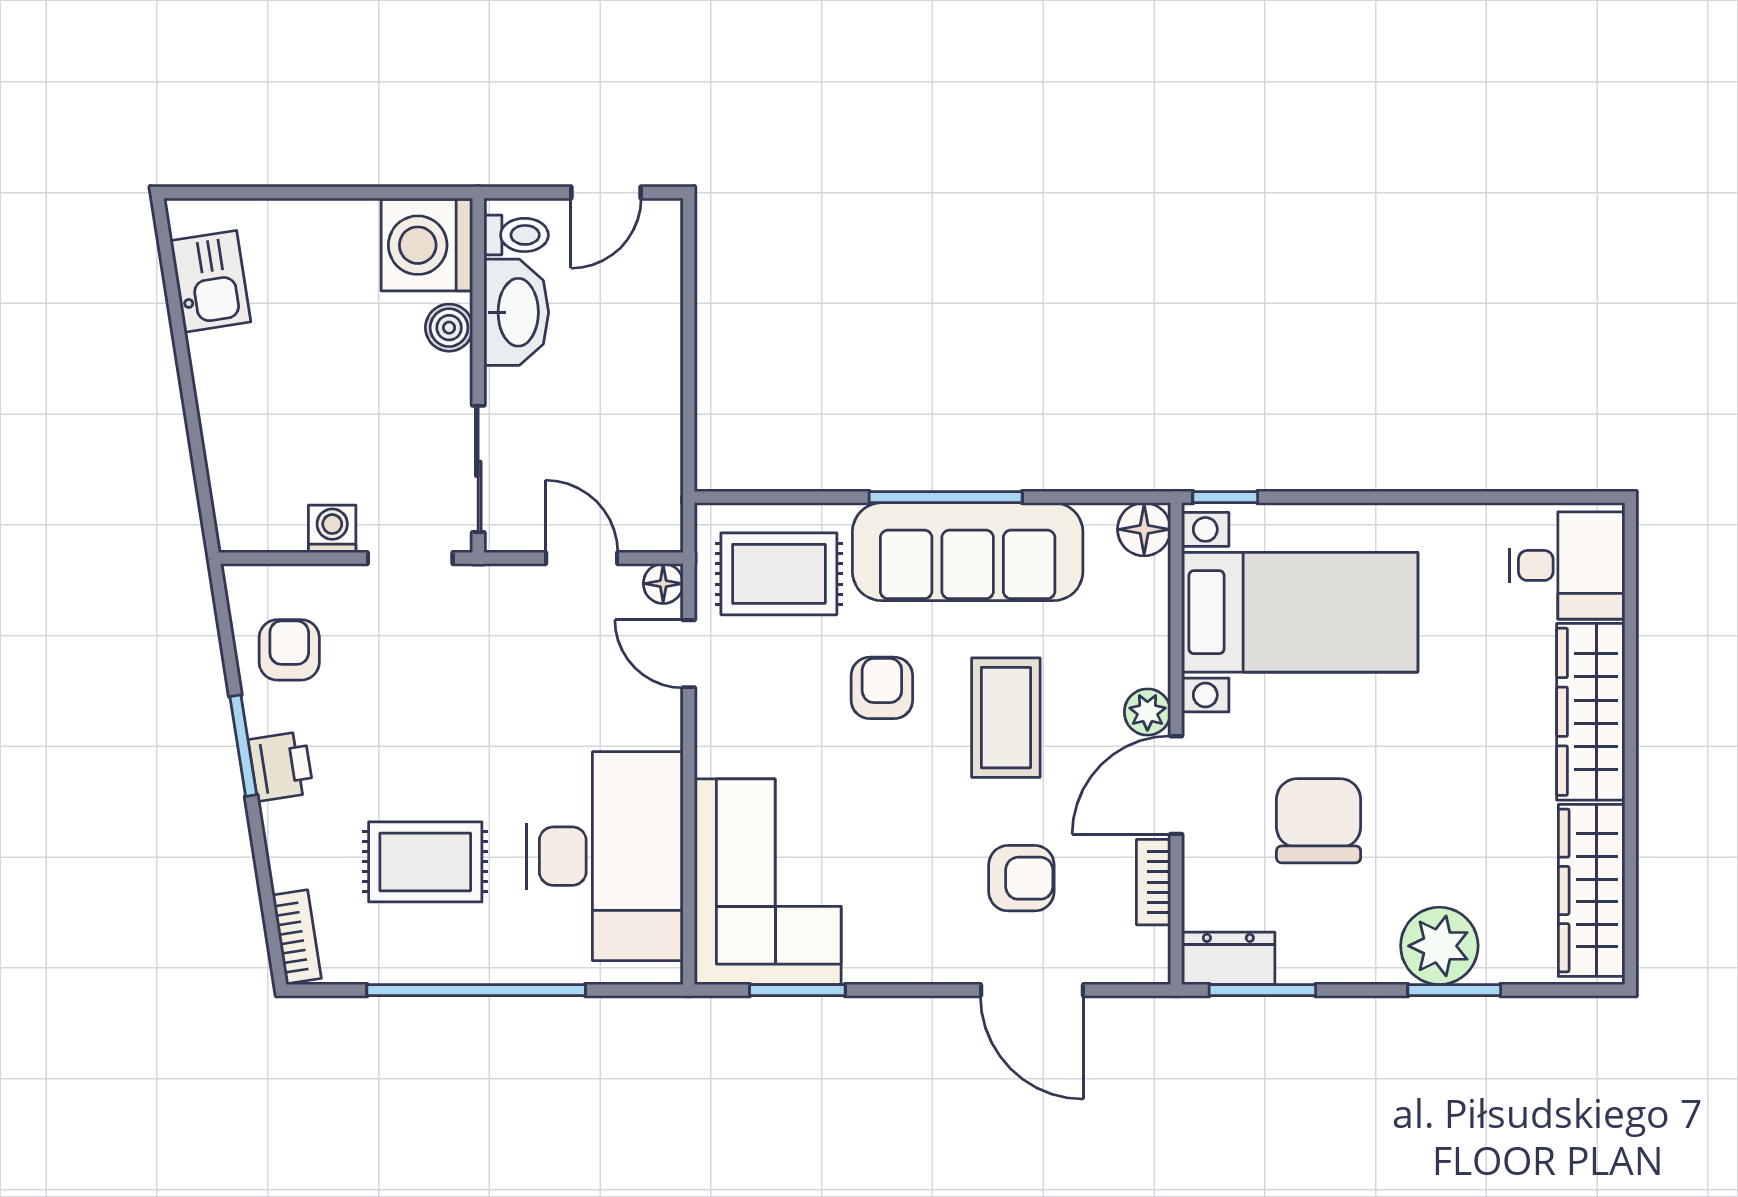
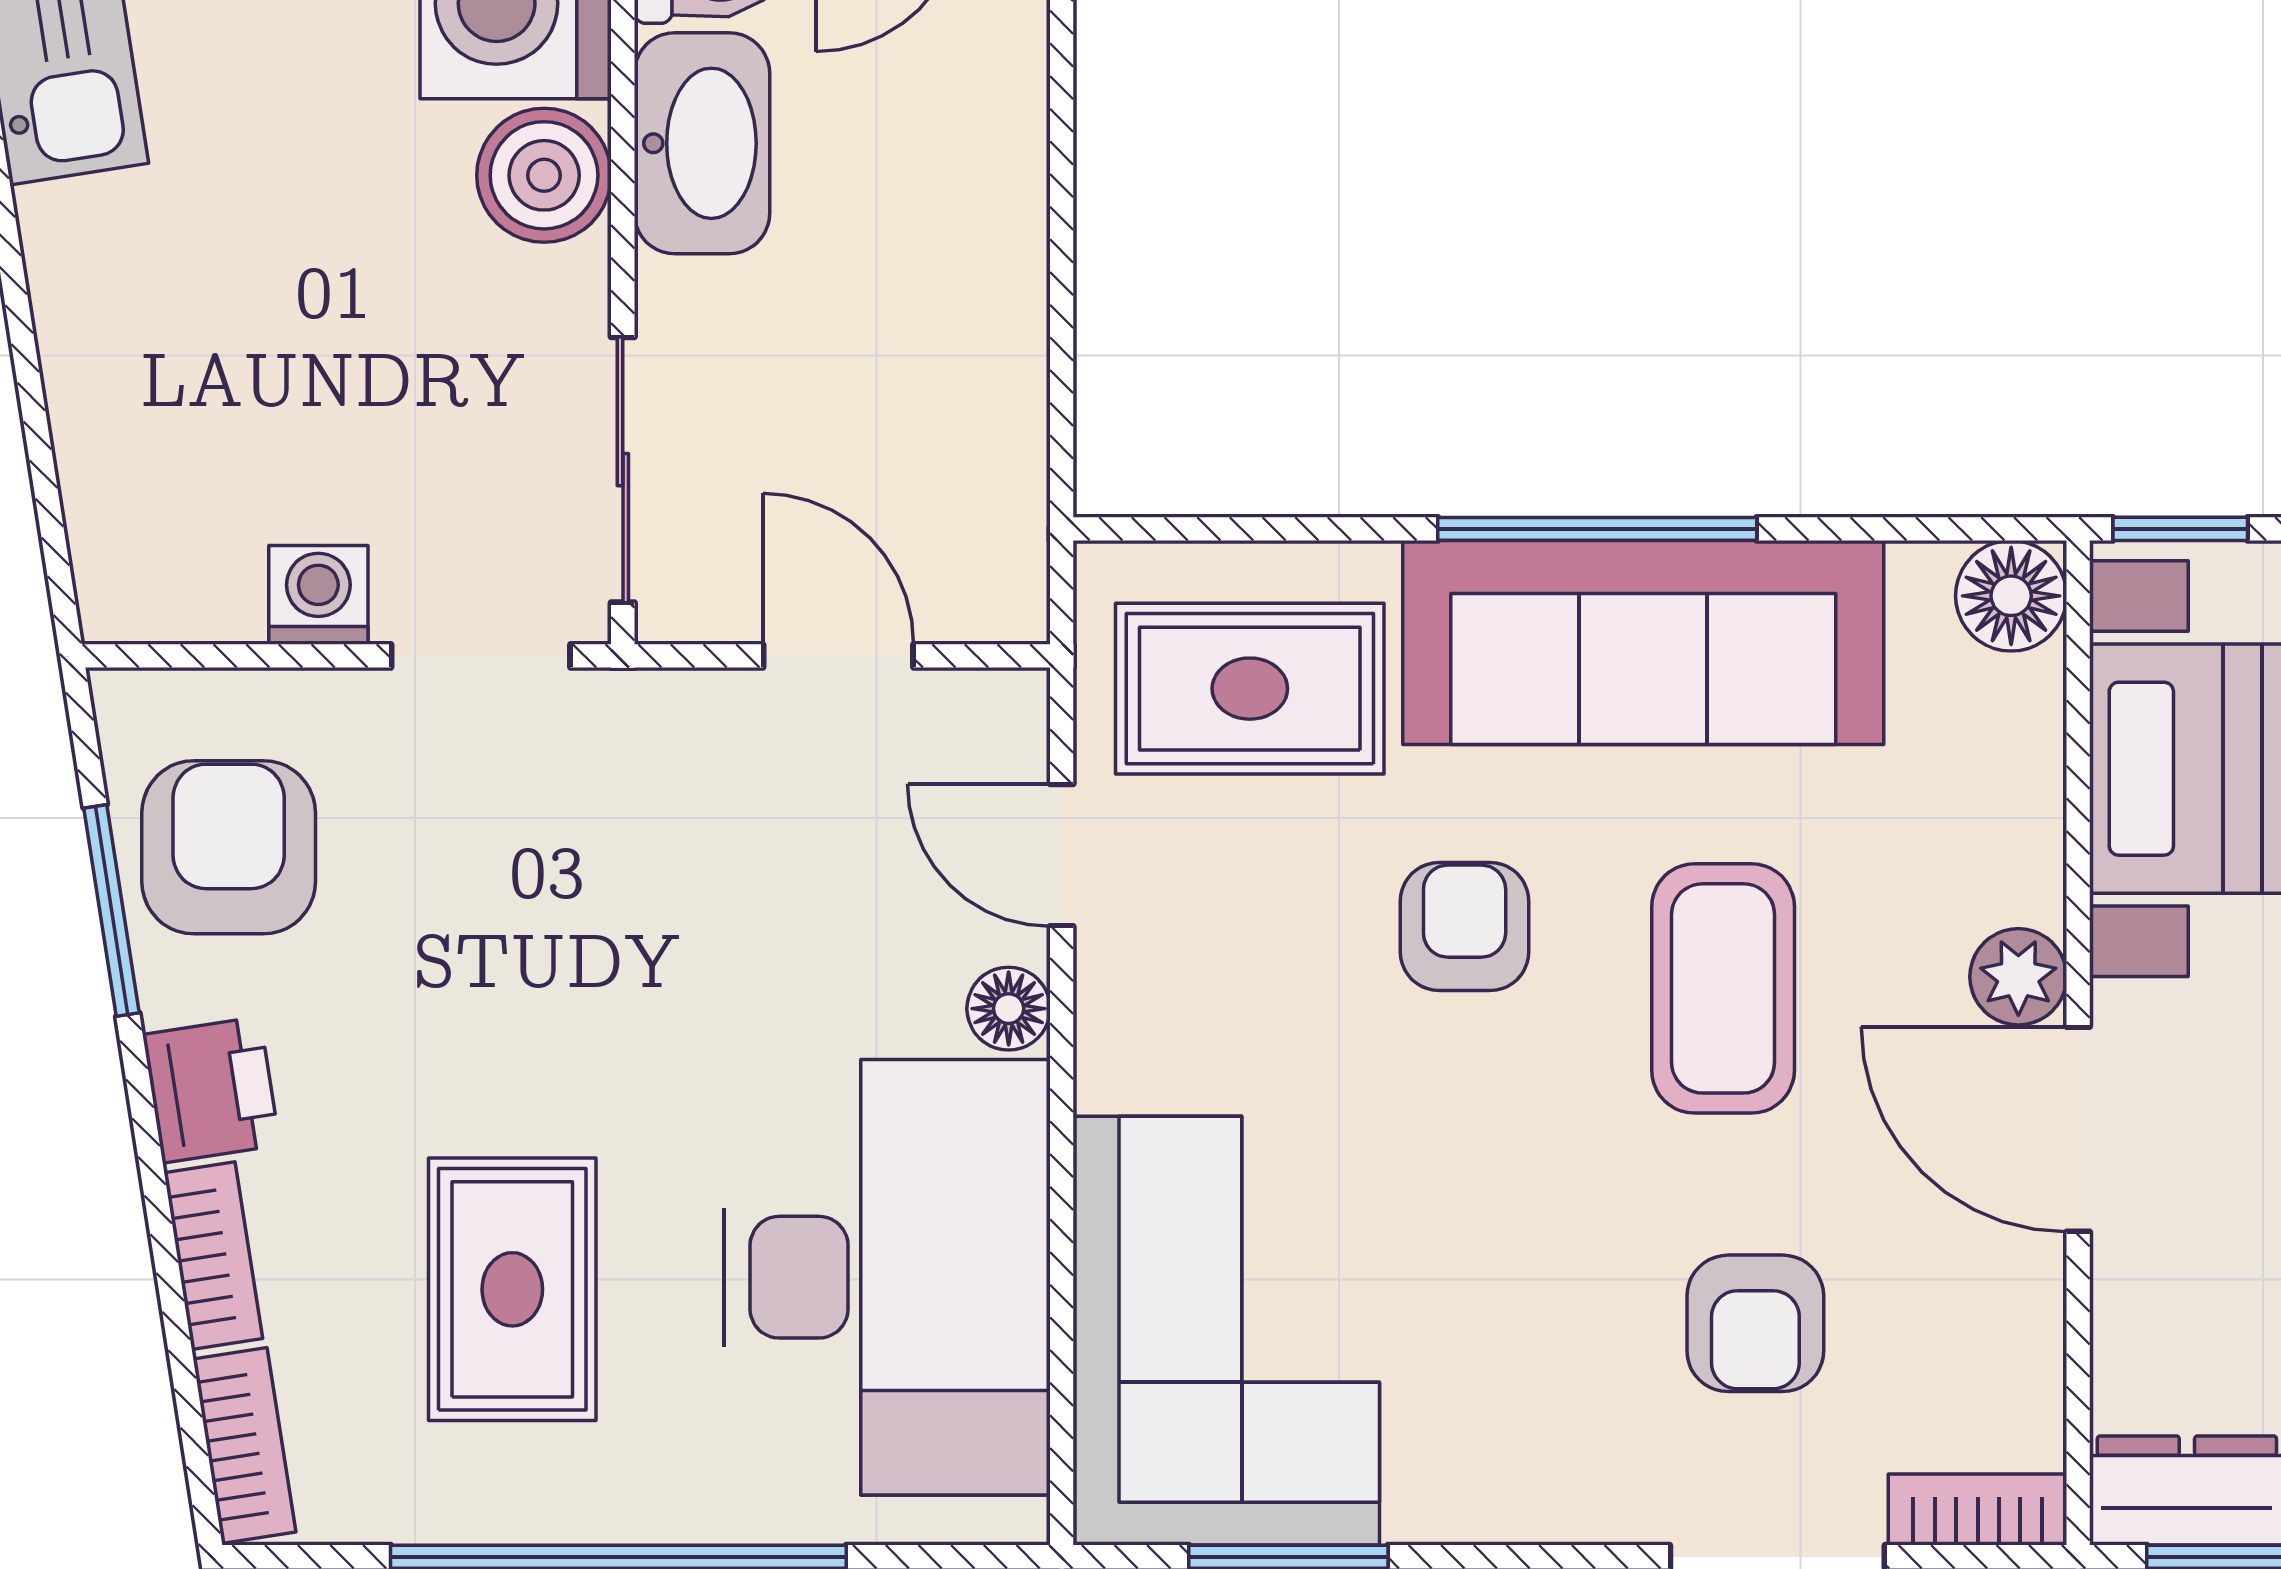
boiler: (449, 328) -> (544, 175), width x1.36, depth x1.36
floor lamp: (663, 584) -> (1009, 1009), moved
armchair: (289, 650) -> (229, 847), width x1.38, depth x1.38
window: (243, 746) -> (111, 910), moved
door: (1176, 785) -> (2078, 1129), hinge flipped
bookcase: (282, 846) -> (213, 1256), added
rug: (425, 862) -> (512, 1289), turned 90
armchair: (1021, 878) -> (1755, 1323), turned 90
bookcase: (1154, 882) -> (1978, 1510), moved, turned 90

